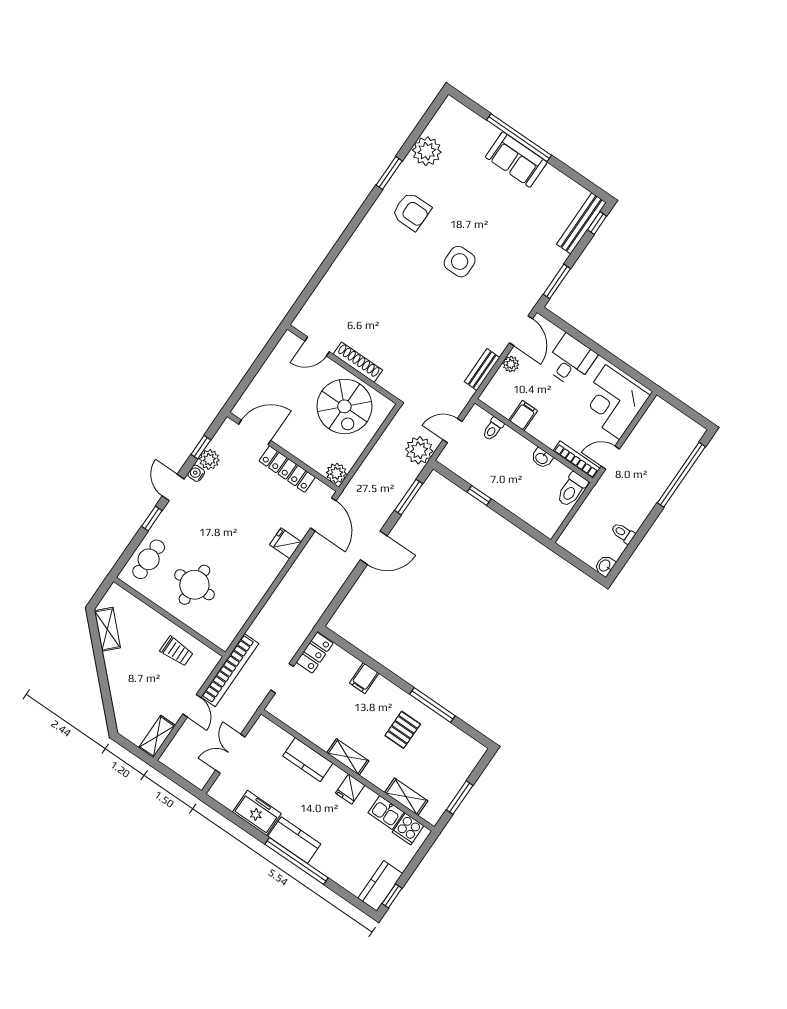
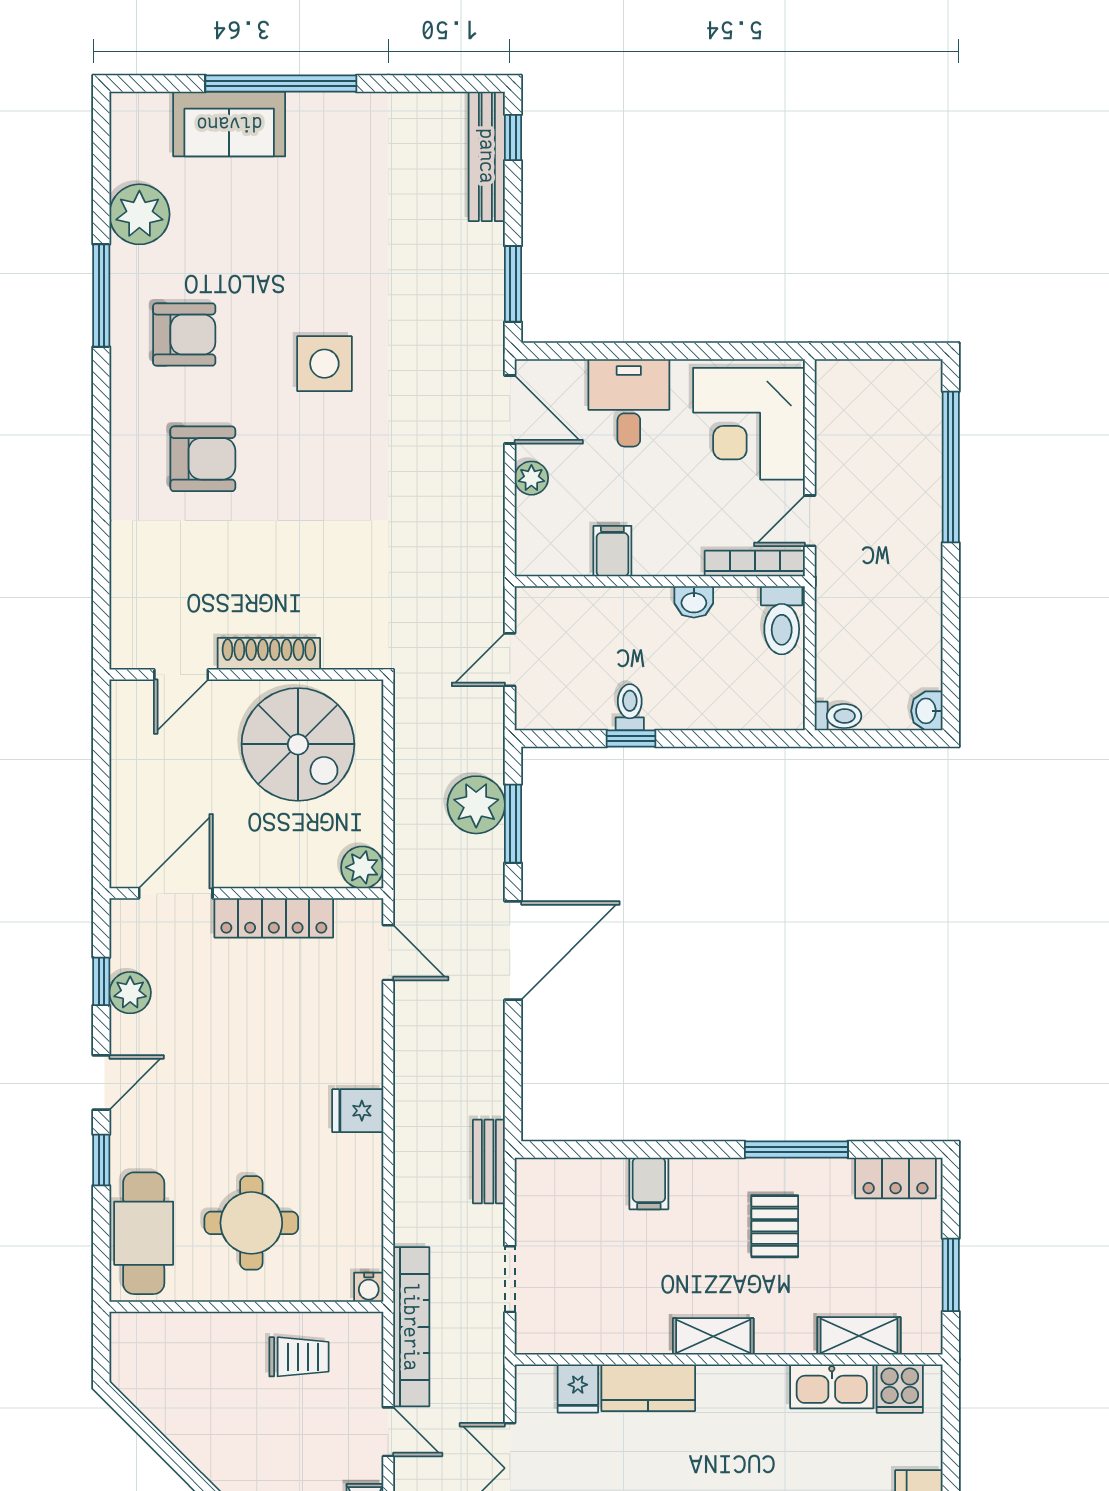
sofa: (516, 160) -> (229, 124), moved
window: (389, 173) -> (101, 295), width x1.44
armchair: (385, 266) -> (203, 459), added
bench: (482, 370) -> (489, 1162), moved
toilet: (493, 429) -> (630, 707), moved, turned 180
plant: (419, 450) -> (476, 805), moved
water cooler: (196, 473) -> (369, 1287), moved, turned -90
door: (173, 487) -> (101, 1082), swing flipped
door: (323, 514) -> (388, 953), width x0.73
toilet: (623, 533) -> (838, 716), moved, turned 180
fridge: (286, 543) -> (358, 1111), moved
door: (374, 548) -> (513, 950), width x1.36
cafe table: (149, 559) -> (144, 1233), width x1.37, depth x1.35
shelving: (107, 629) -> (155, 1400), removed
locker: (315, 653) -> (896, 1178), moved, turned 90
fridge: (350, 789) -> (578, 1388), moved
kitchen sink: (386, 813) -> (832, 1386), width x1.38

